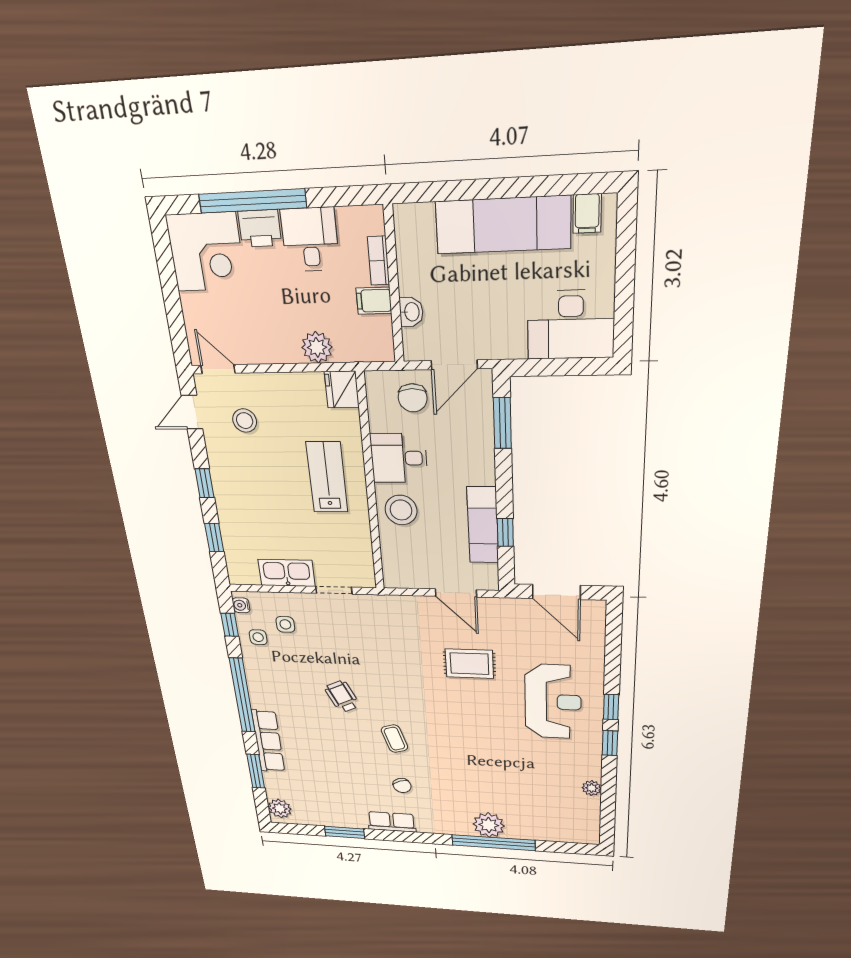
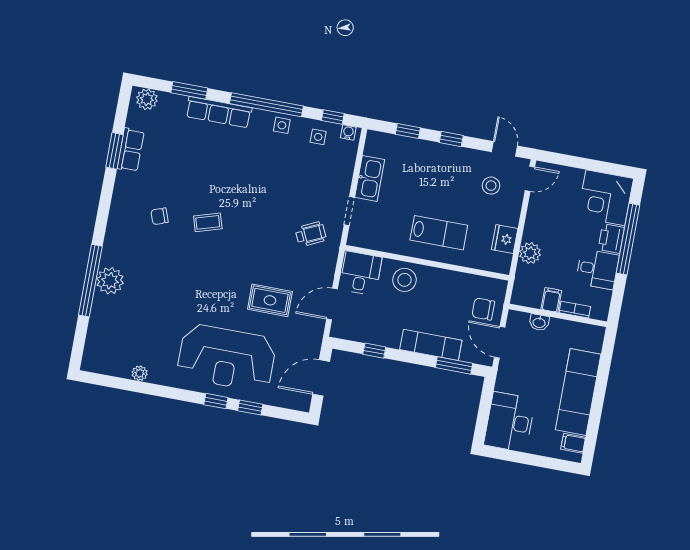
fridge: (342, 390) -> (505, 239), moved, turned -90
desk: (399, 458) -> (361, 273), moved
exam couch: (483, 525) -> (431, 345), moved
side table: (285, 624) -> (282, 125), moved
rug: (469, 664) -> (270, 300), turned 90
wheelchair: (342, 697) -> (311, 234), moved
reception desk: (553, 702) -> (227, 358), width x1.36, depth x1.30
window: (610, 743) -> (250, 407), moved
row of seats: (392, 822) -> (131, 150), moved

